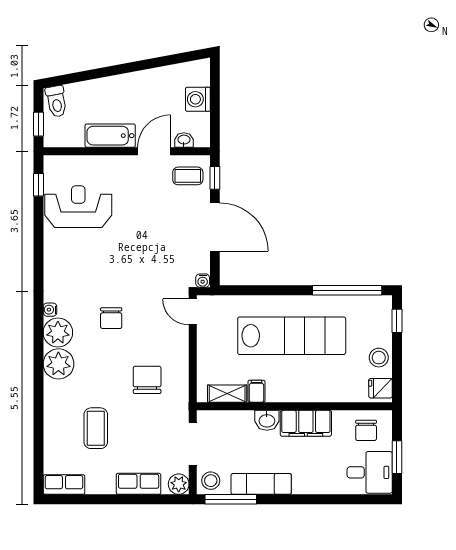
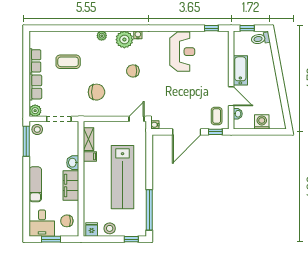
reception desk: (78, 207) -> (182, 52), moved
plant: (58, 364) -> (102, 36), width x0.53, depth x0.53
exam couch: (261, 484) -> (35, 184), moved
row of seats: (64, 485) -> (35, 61), moved

